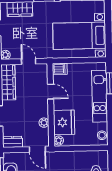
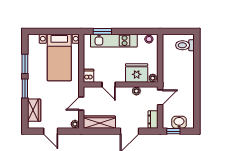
door: (50, 92) -> (109, 84), swing flipped

